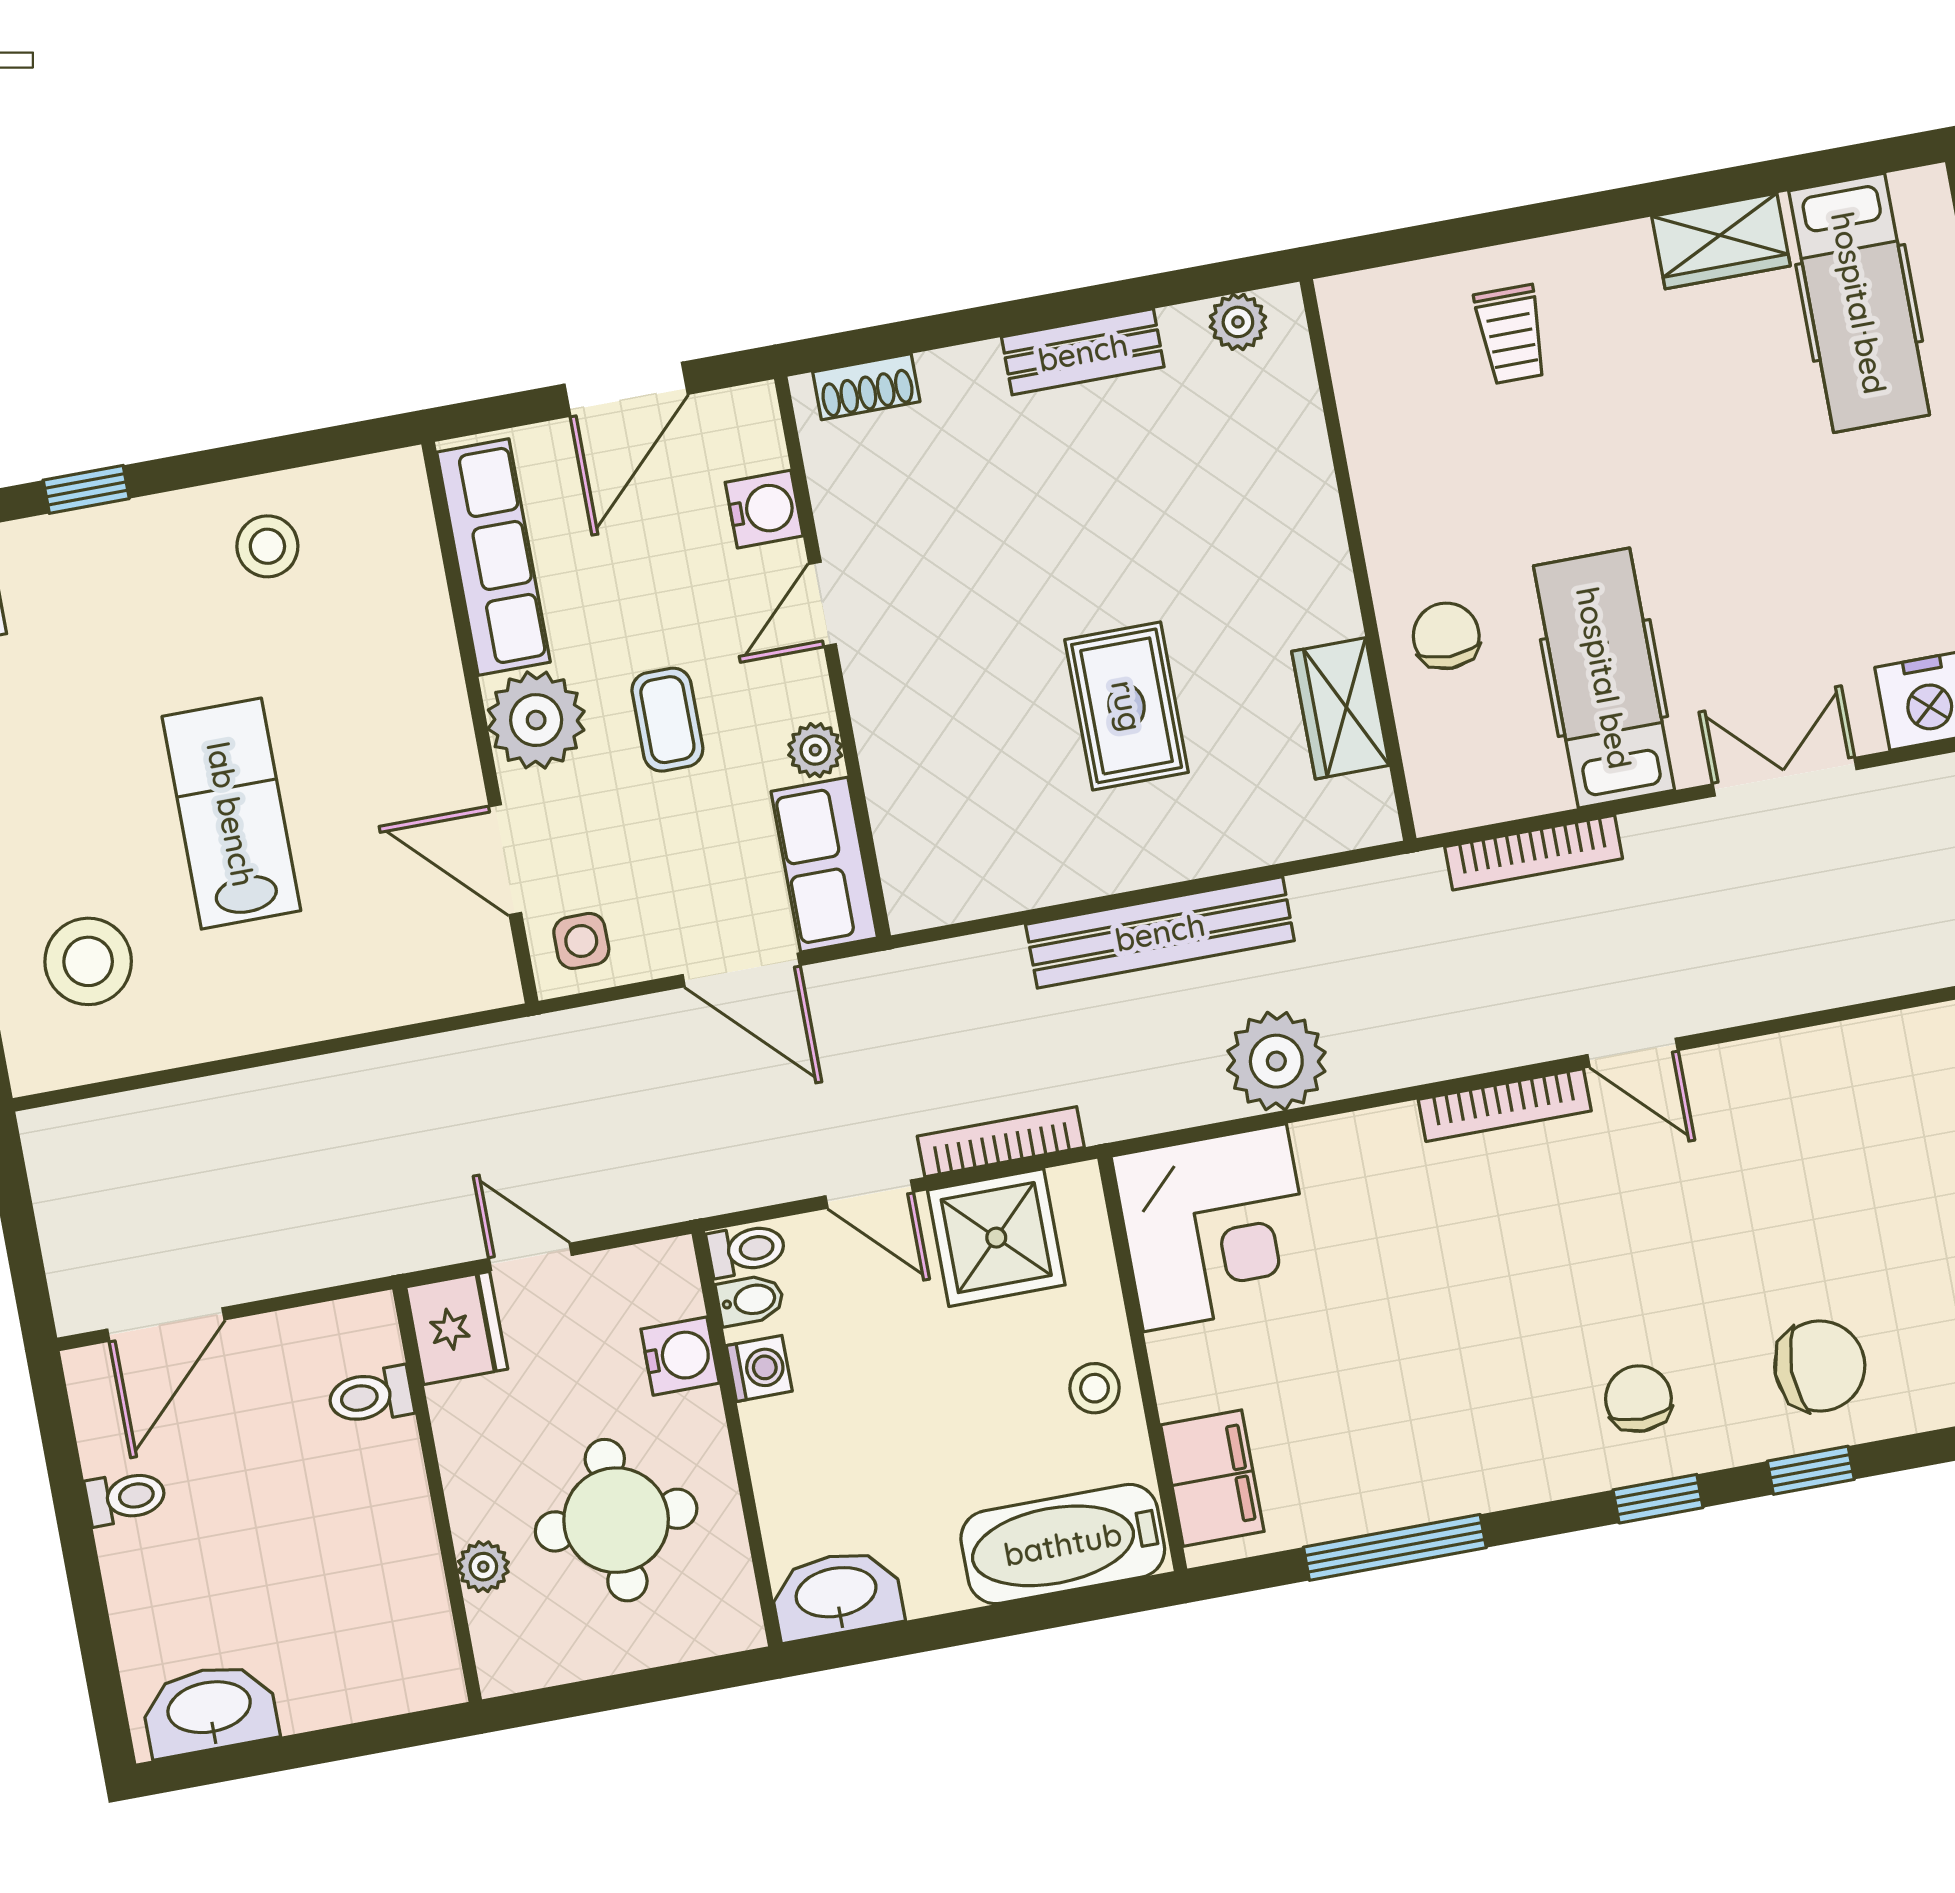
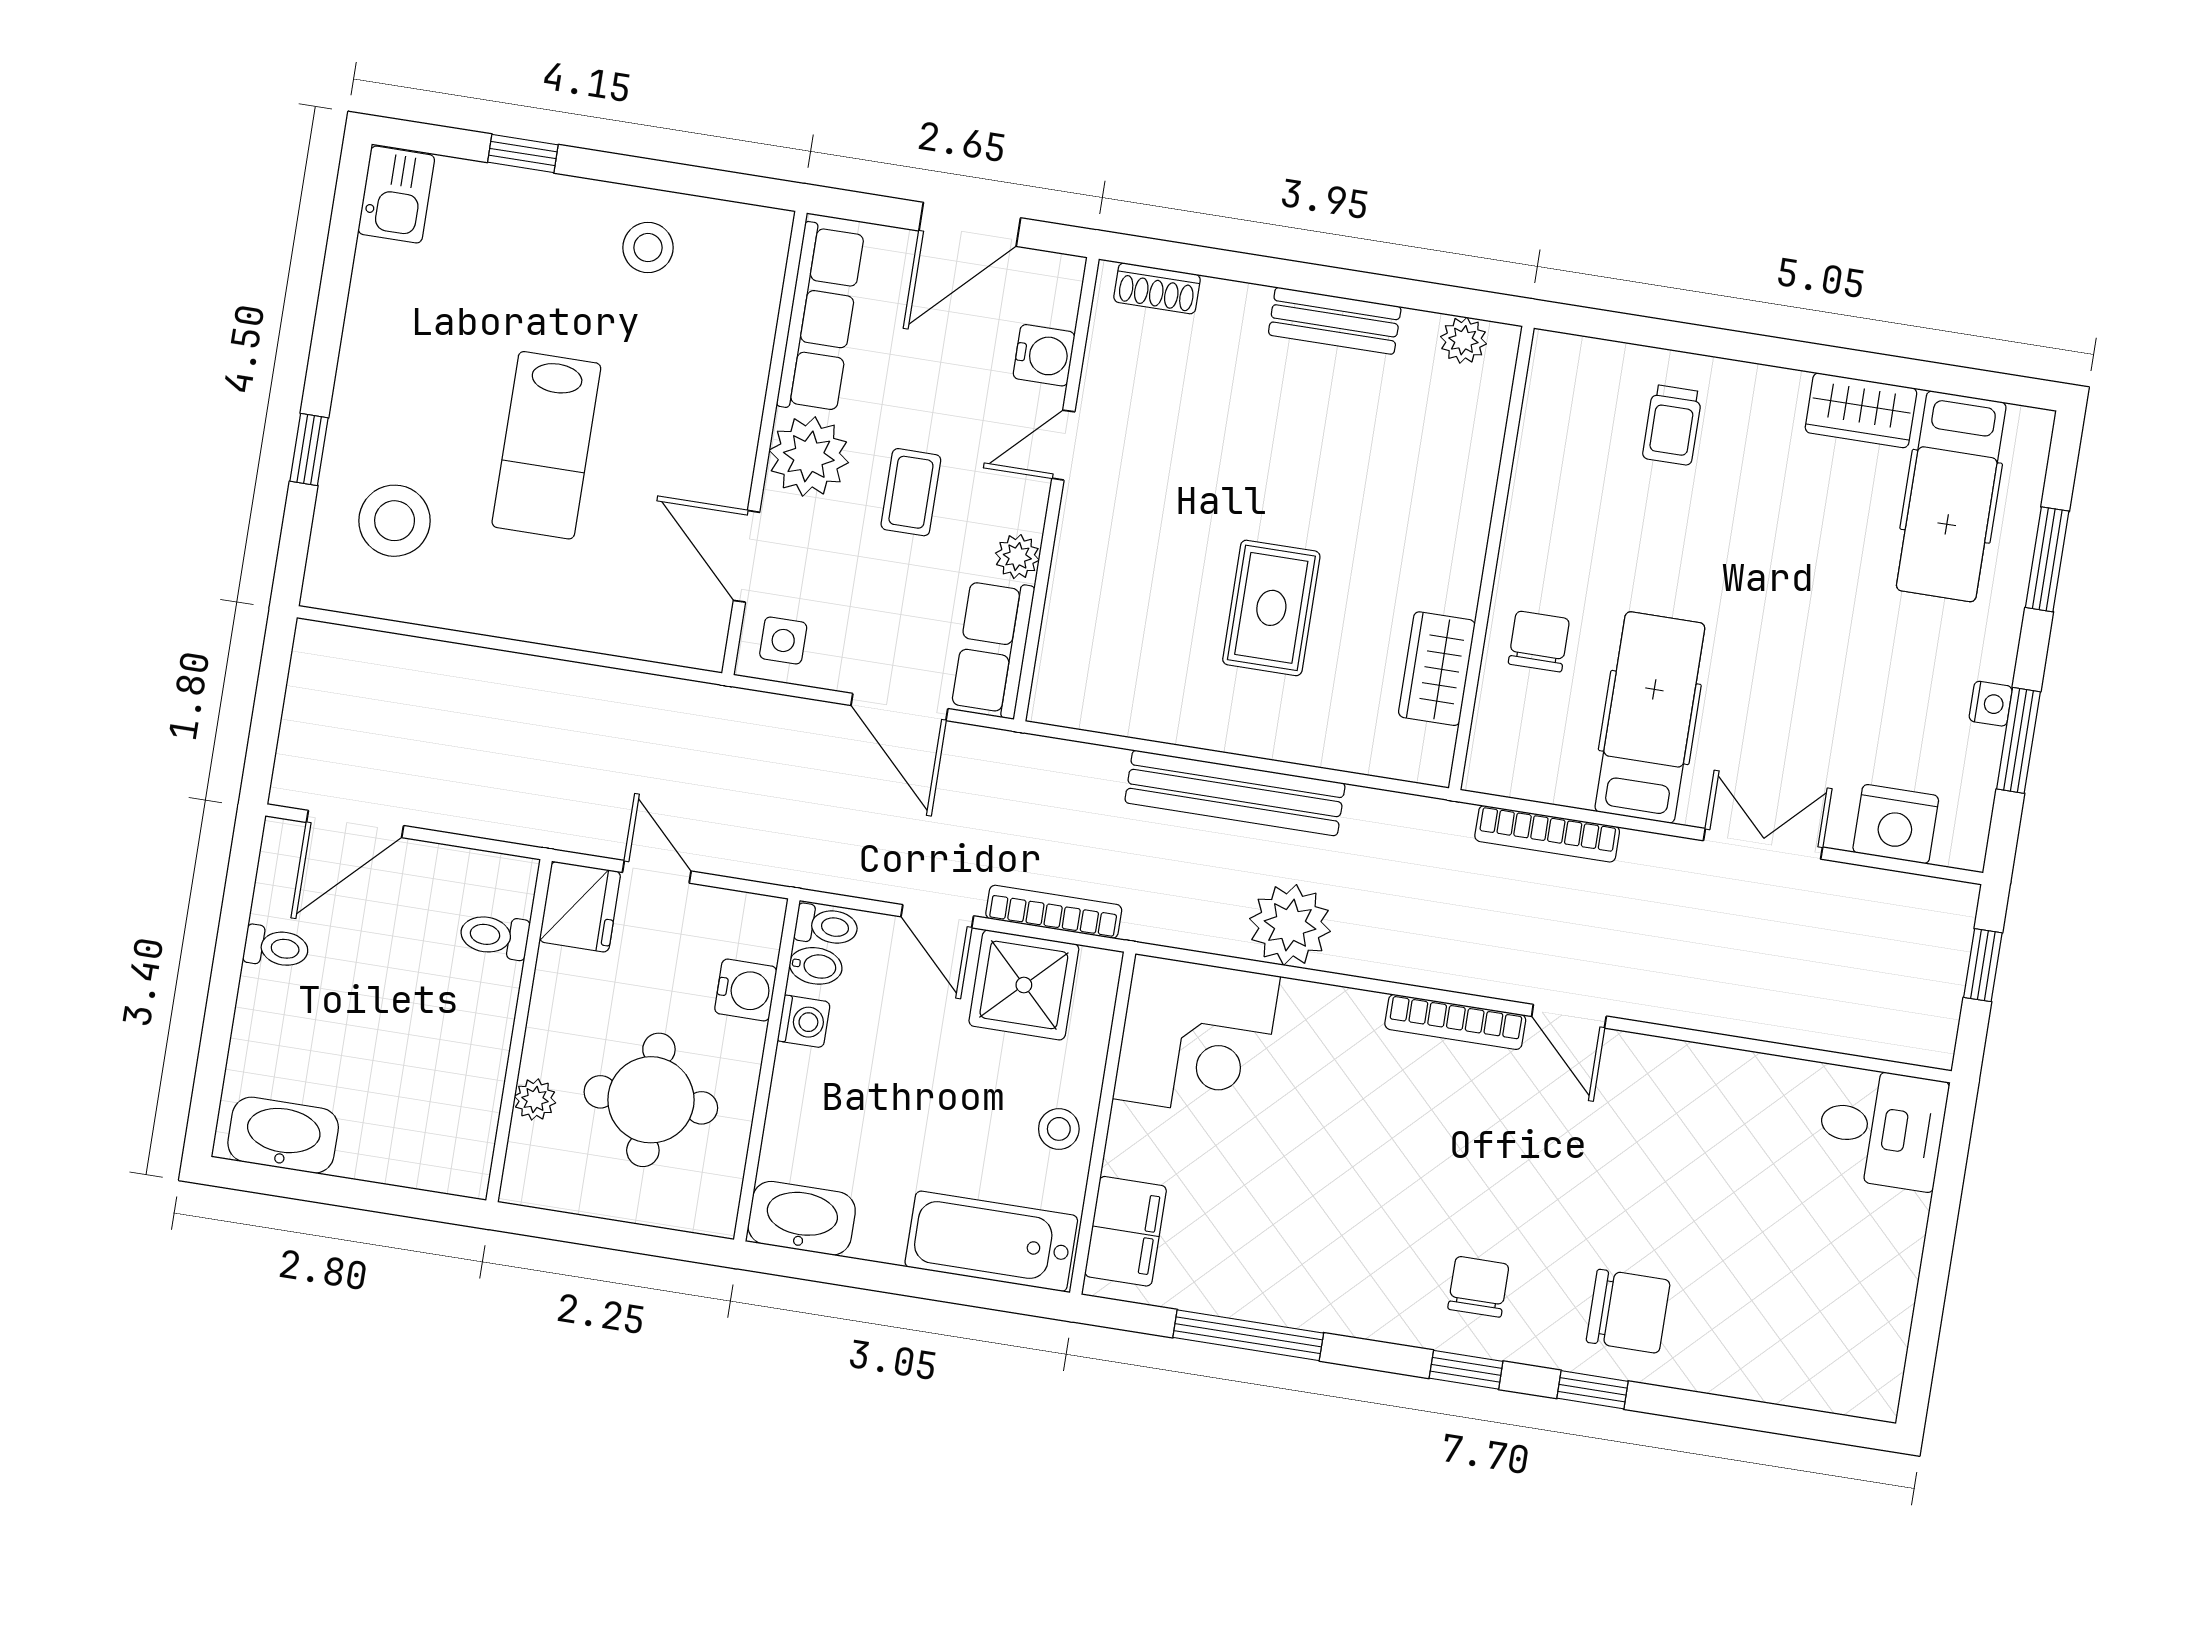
lab bench: (231, 814) -> (546, 445), turned 180

